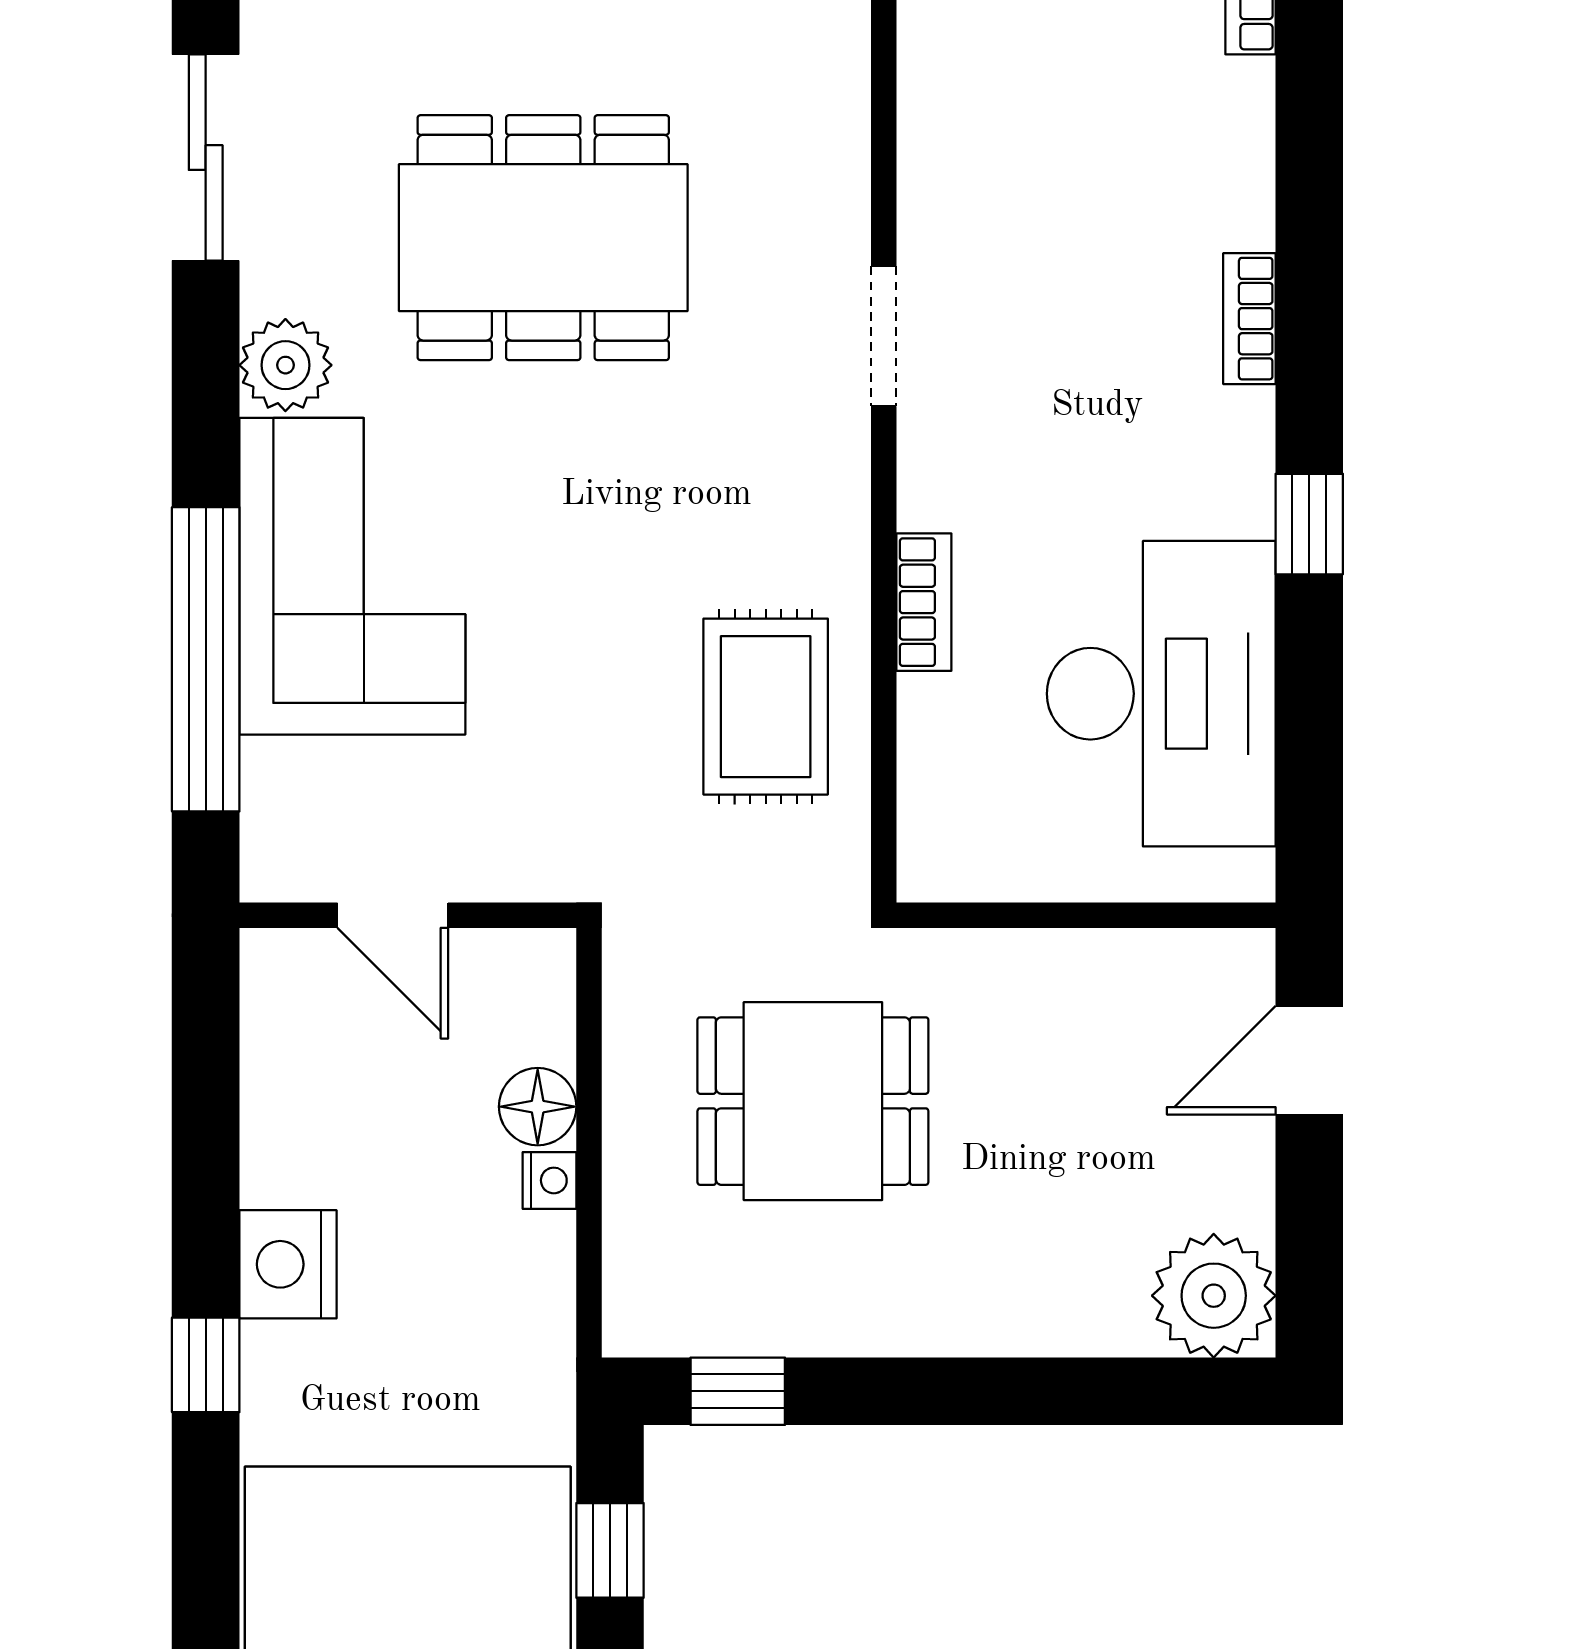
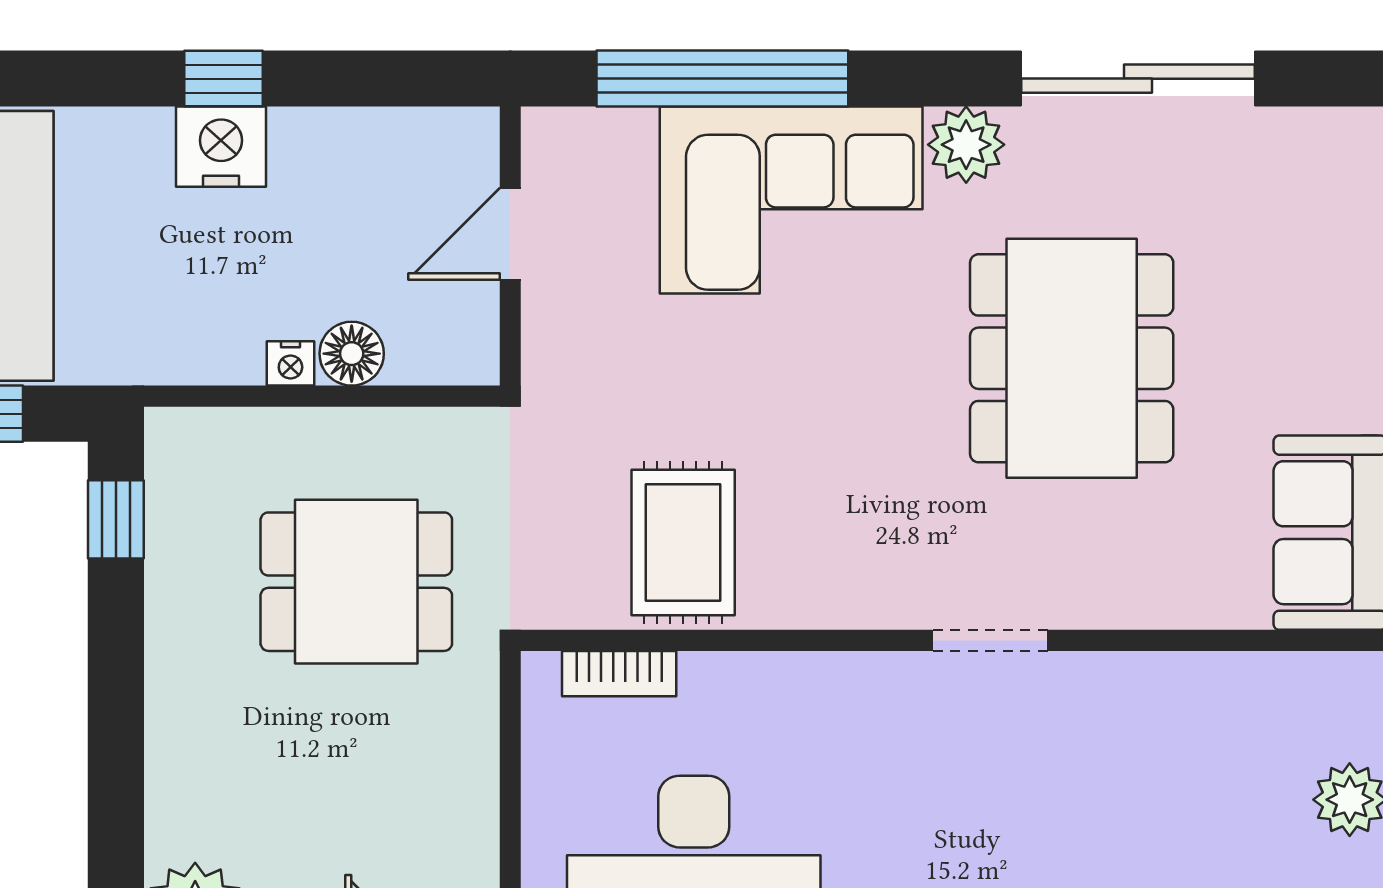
sliding door: (206, 158) -> (1138, 79), width x1.37
bookcase: (924, 602) -> (619, 674), moved
rug: (766, 707) -> (683, 542), turned 90
dining table: (813, 1101) -> (356, 582), turned 90
window: (206, 1365) -> (224, 79), moved

